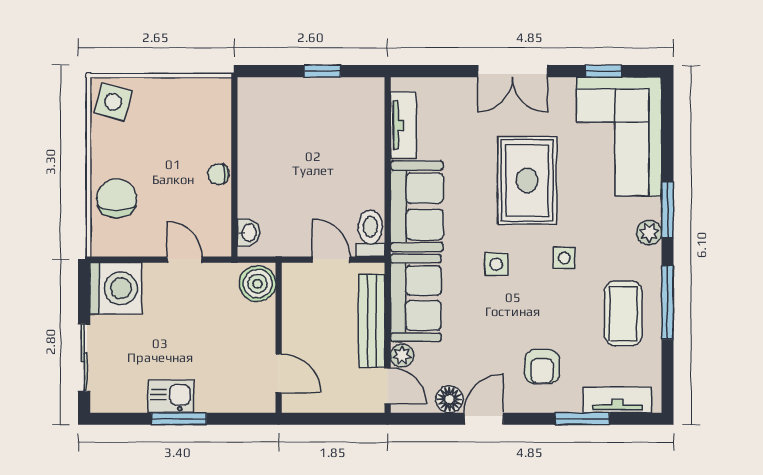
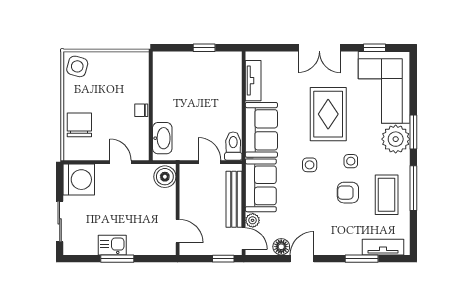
plant: (649, 232) -> (396, 139), width x1.87, depth x1.87
washbasin: (248, 233) -> (162, 138), width x1.91, depth x1.45
armchair: (542, 367) -> (348, 193), moved, turned 90
window: (354, 419) -> (223, 259), added

